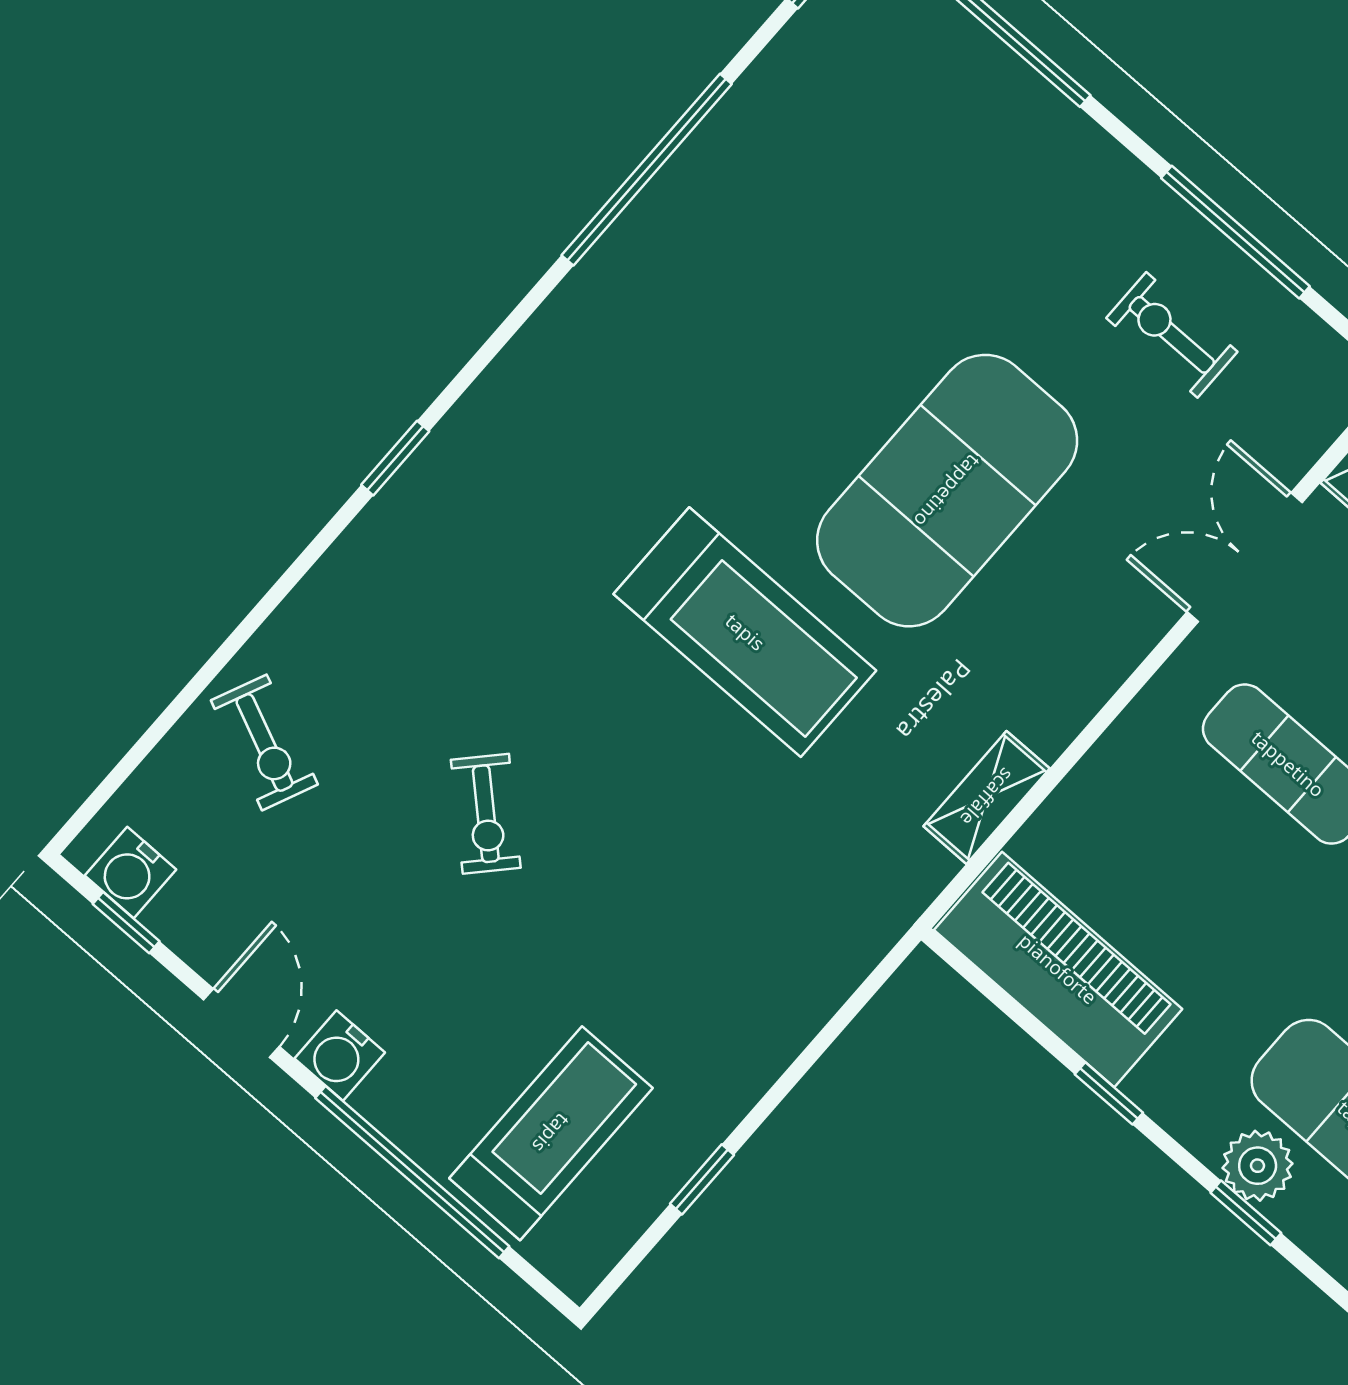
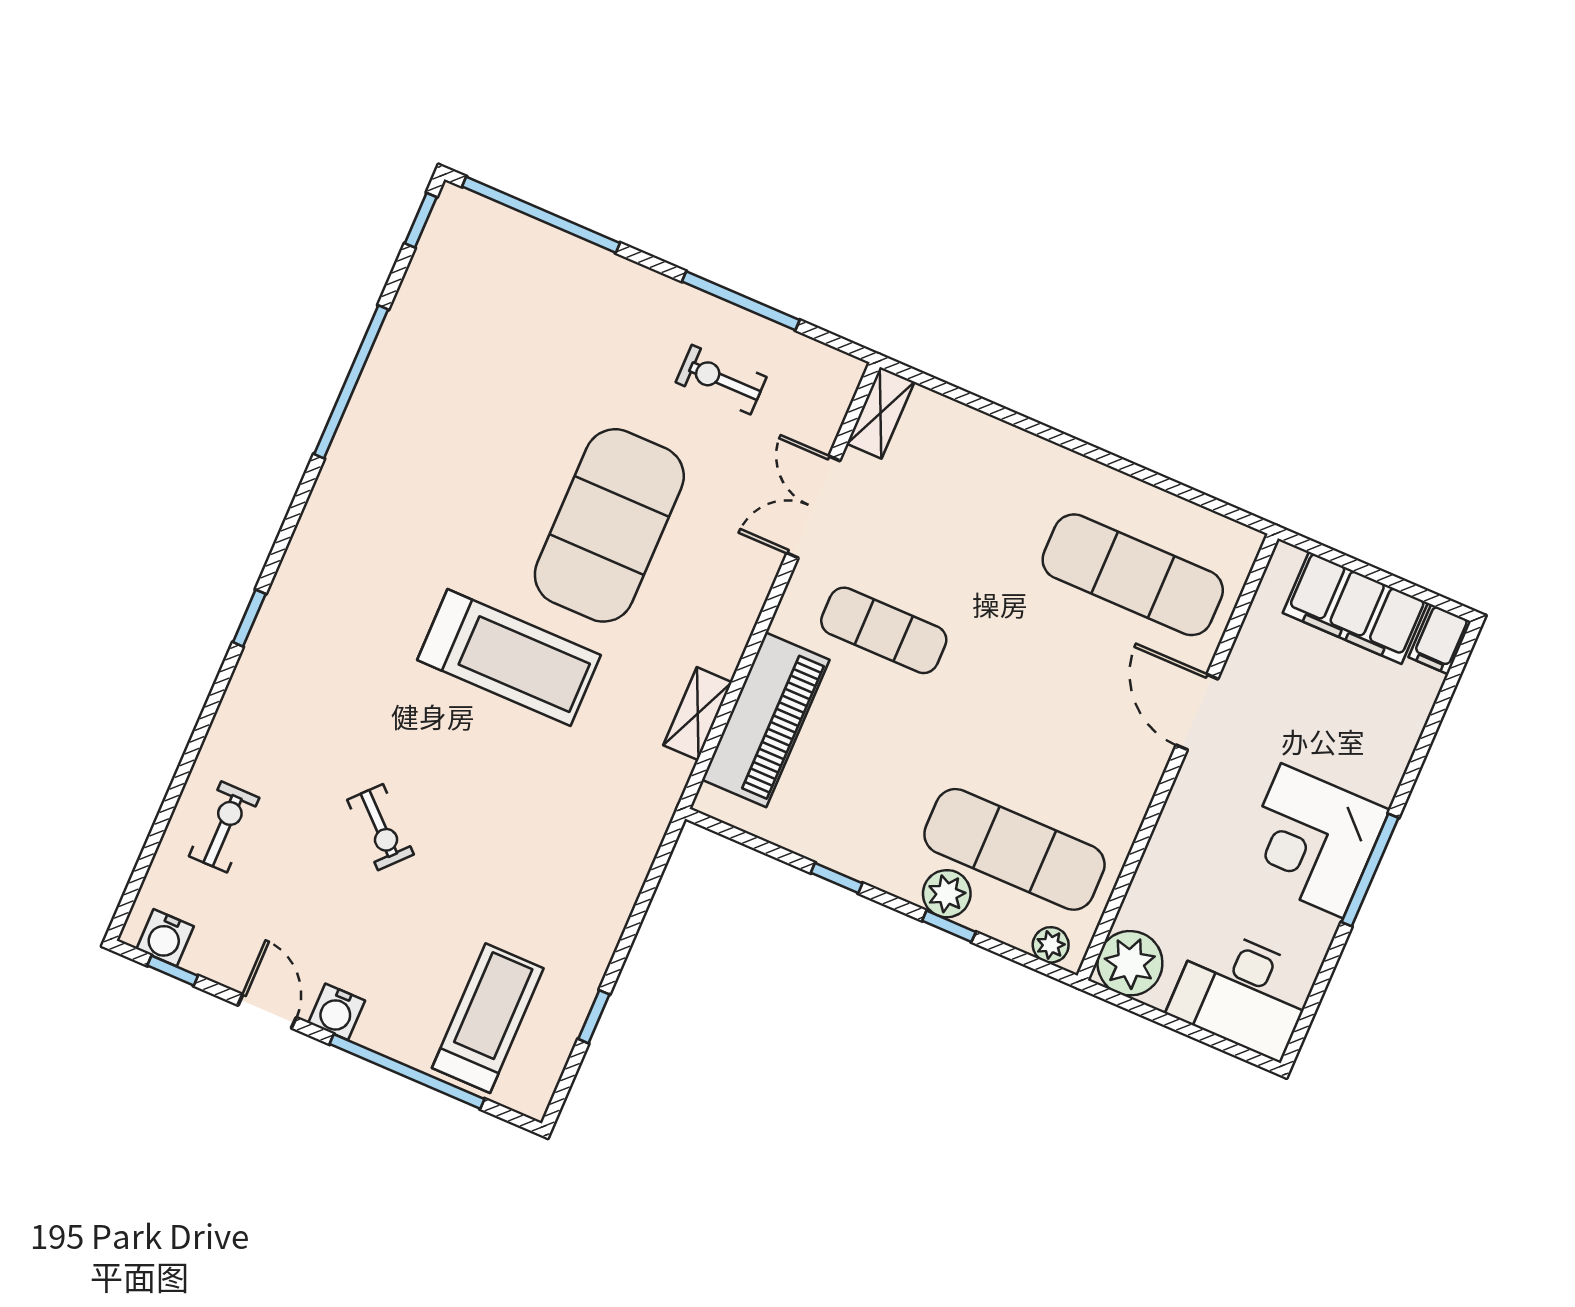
exercise bike: (264, 742) -> (224, 827), turned -114
piano: (1058, 969) -> (766, 720), moved, turned 90

